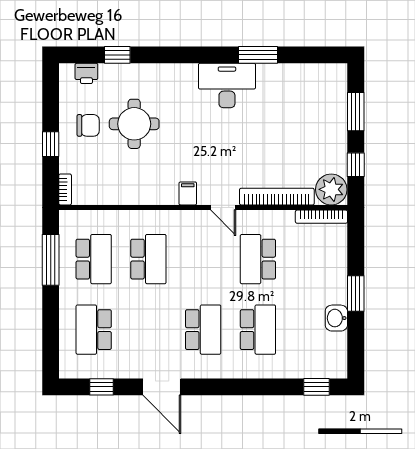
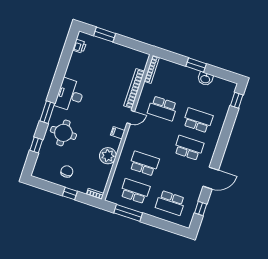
window: (258, 55) -> (47, 112), moved
printer: (86, 73) -> (79, 46), moved
round table: (134, 124) -> (63, 133), moved
window: (356, 165) -> (131, 43), removed
plant: (331, 189) -> (108, 156), moved

